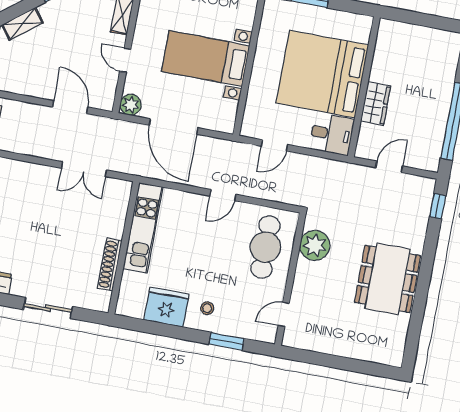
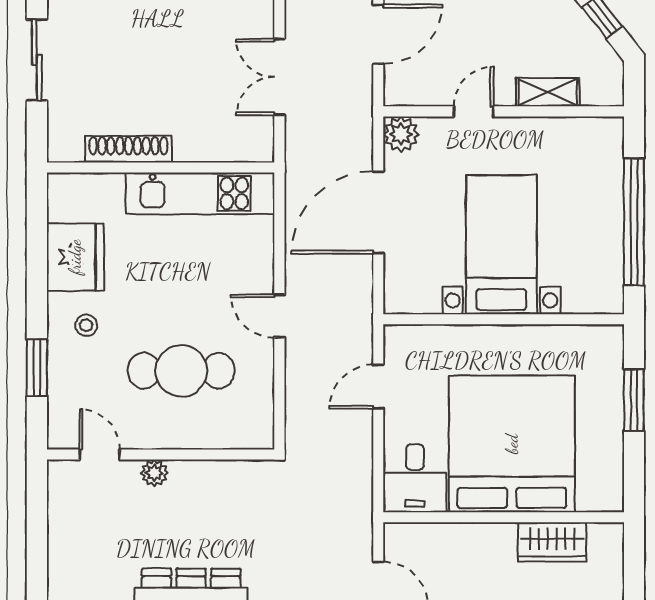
wardrobe: (376, 104) -> (552, 542), moved
door: (275, 145) -> (378, 387), hinge flipped
plant: (315, 245) -> (154, 473), moved, width x0.53, depth x0.53
cafe table: (265, 247) -> (181, 371), moved

